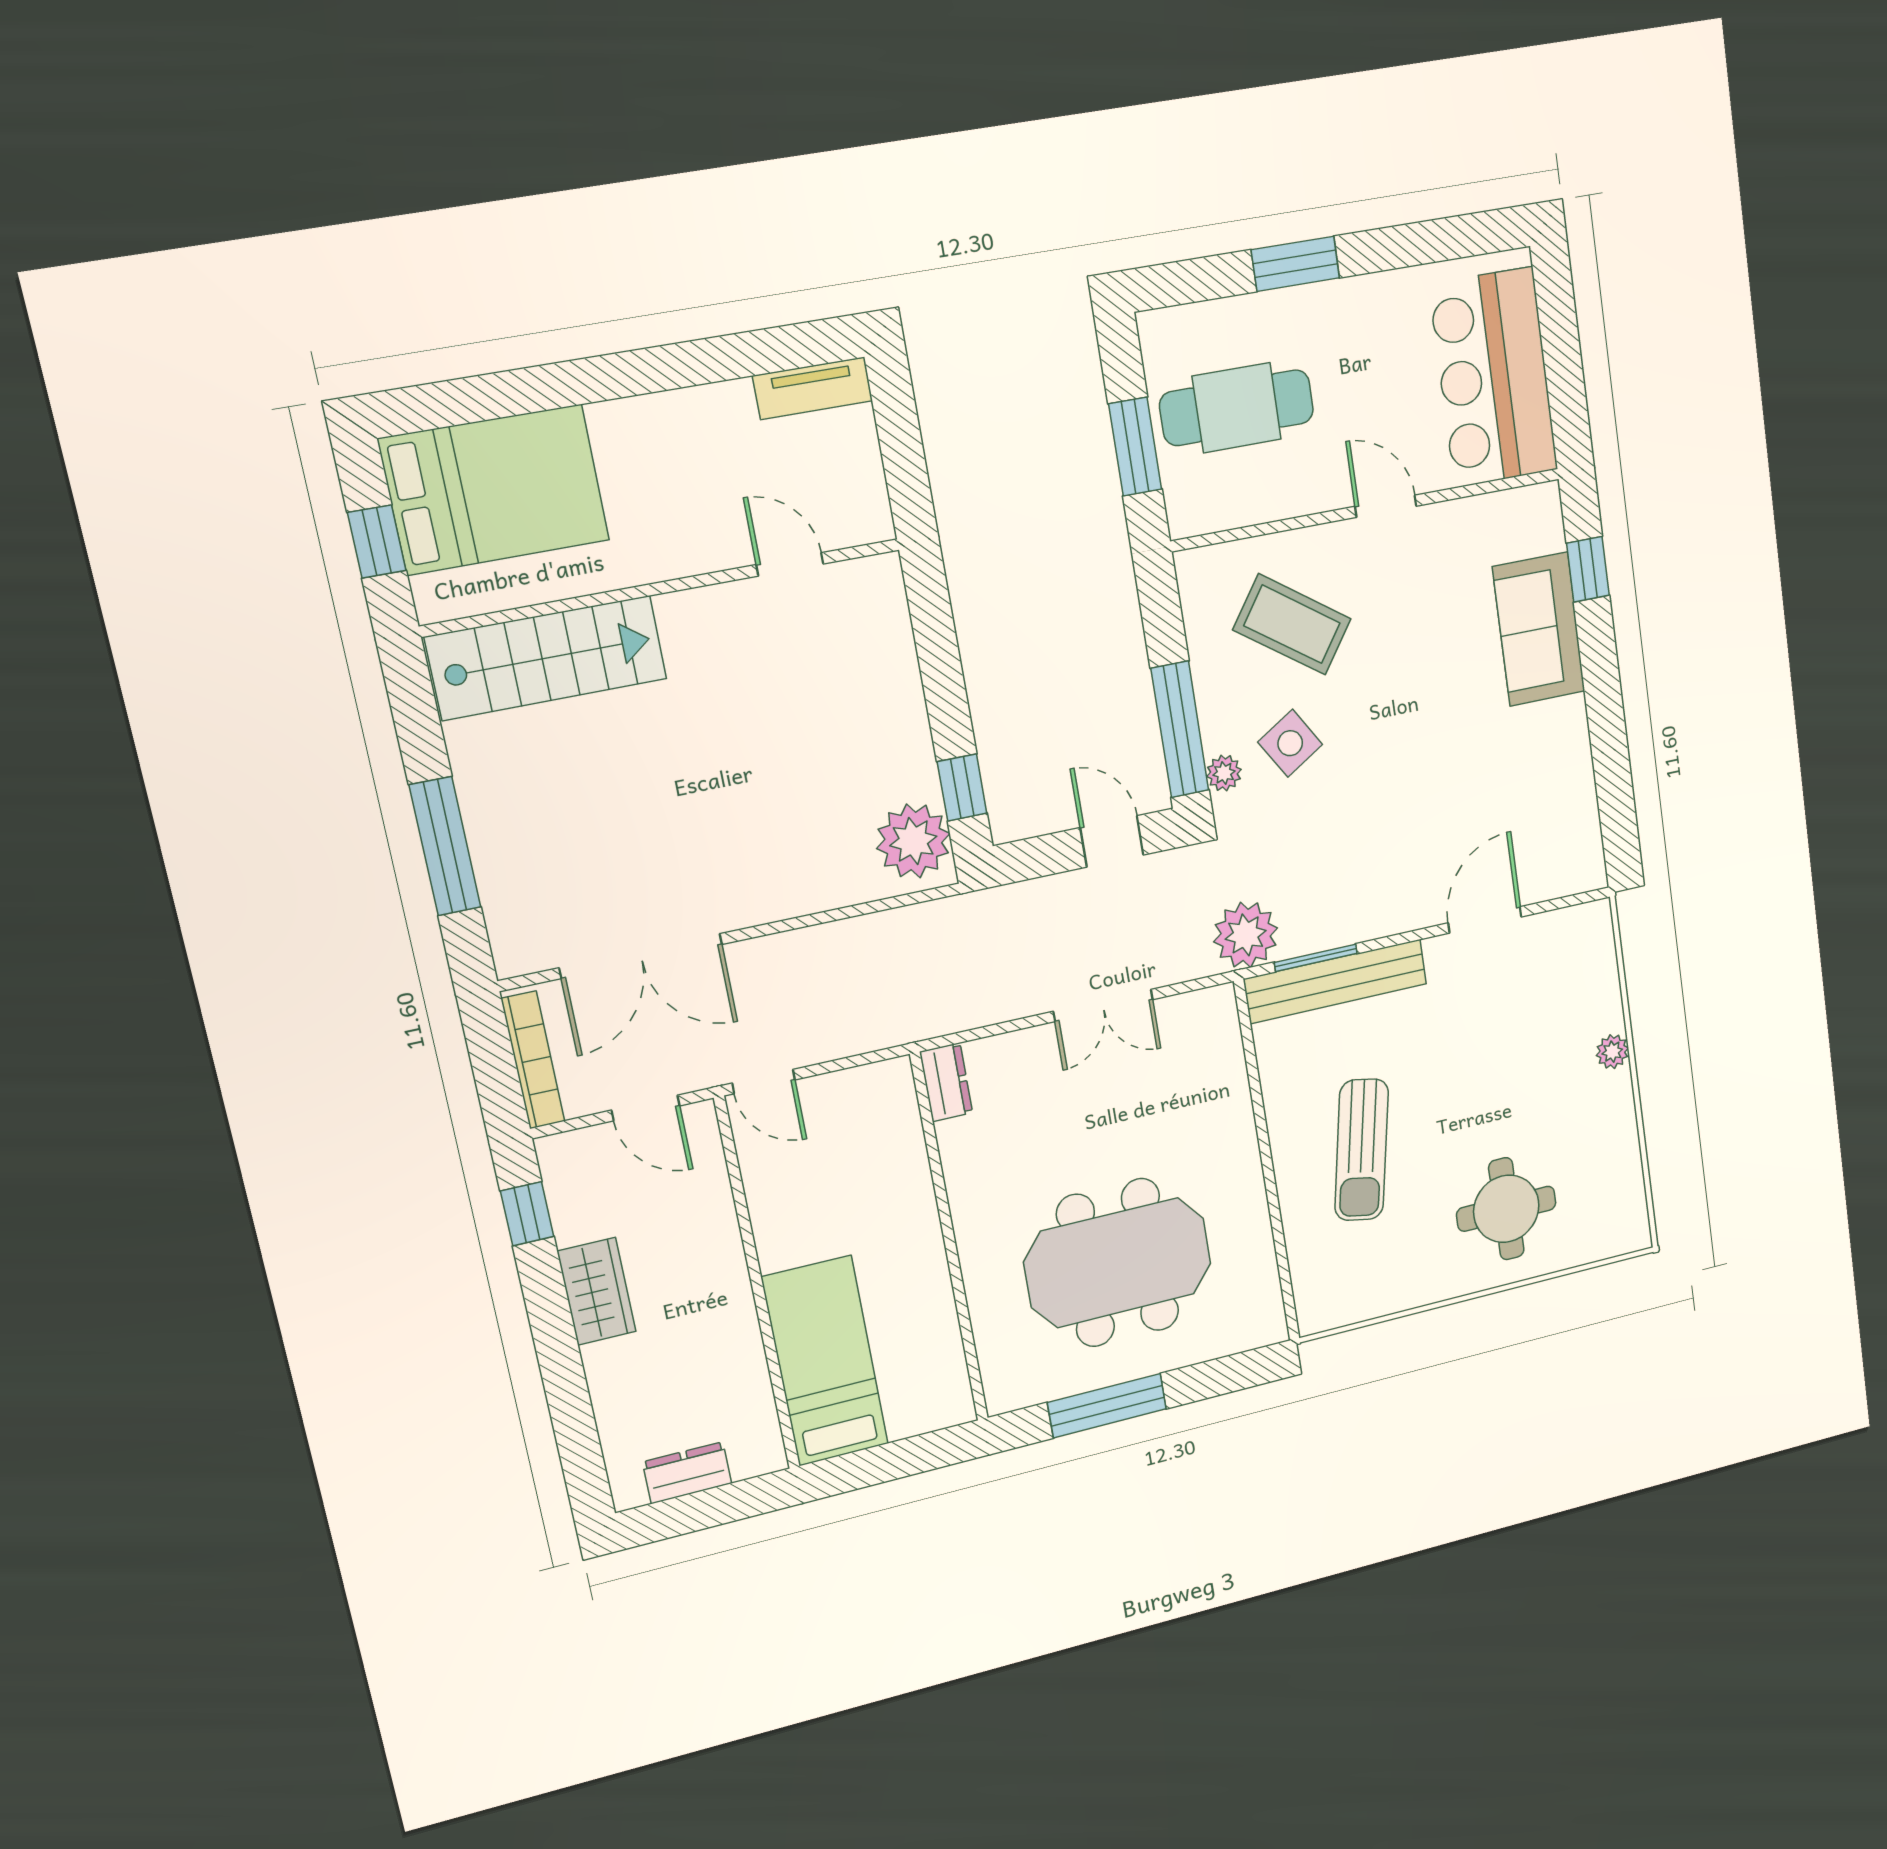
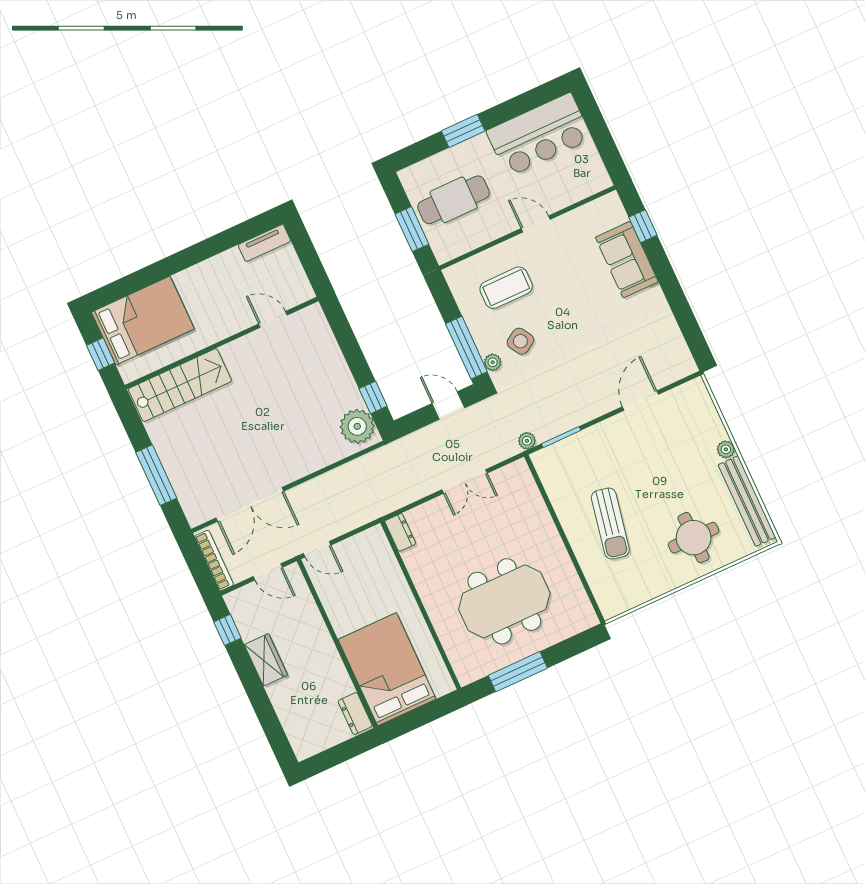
bar counter: (1494, 378) -> (539, 135), moved, turned -90
coffee table: (1292, 624) -> (506, 288), turned -35
plant: (1246, 935) -> (527, 441), width x0.53, depth x0.53
bench: (1335, 981) -> (747, 501), moved, turned 90
bed: (825, 1361) -> (387, 669), width x1.50
dresser: (687, 1473) -> (355, 713), moved, turned -90

